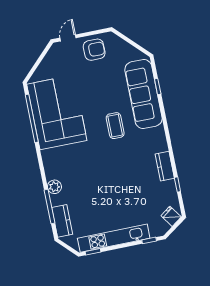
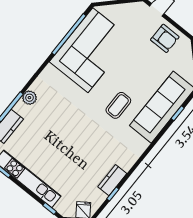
kitchen counter: (165, 166) -> (112, 180), moved

